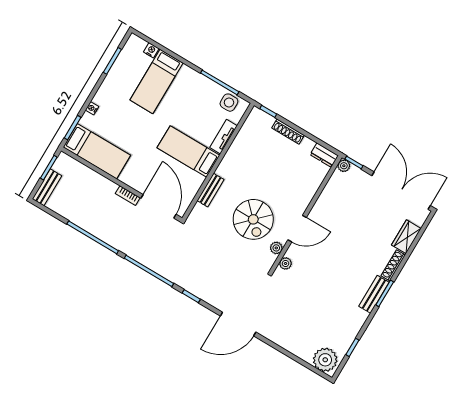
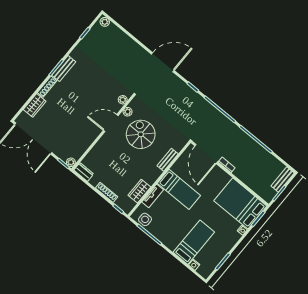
wardrobe: (243, 140) -> (139, 191), added
bed: (97, 151) -> (240, 203), width x1.50
plant: (325, 360) -> (105, 22), width x0.53, depth x0.53

